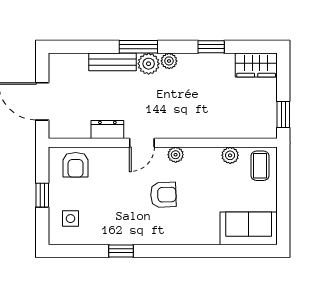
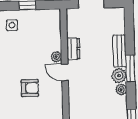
plant: (176, 155) -> (56, 57), moved
armchair: (76, 165) -> (49, 28), removed
armchair: (163, 195) -> (30, 88), turned -88

